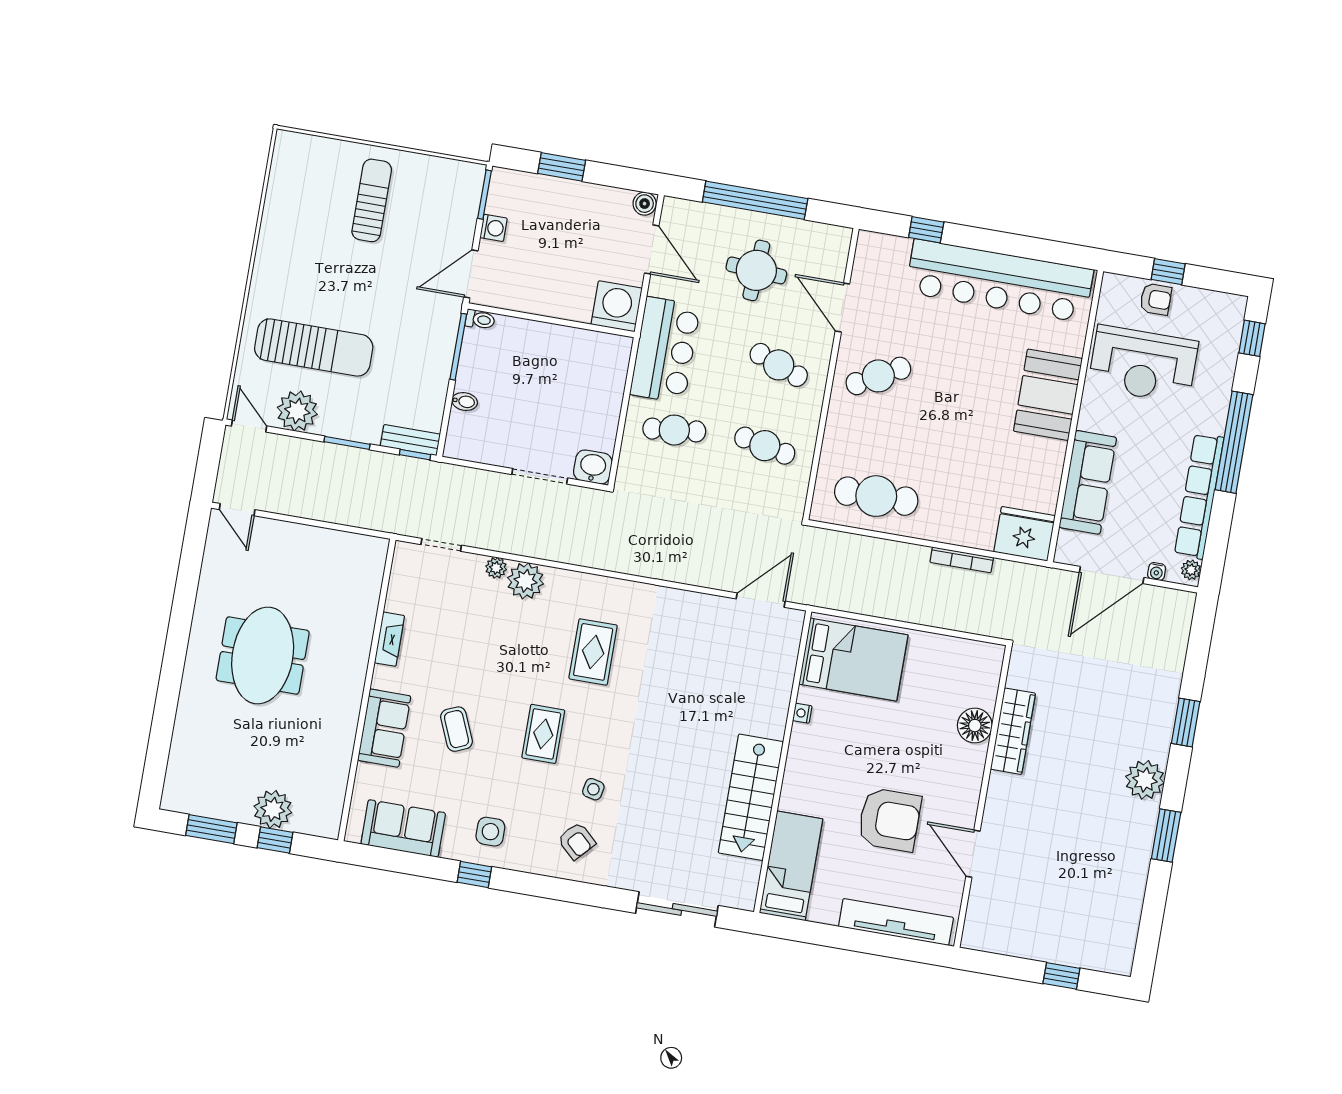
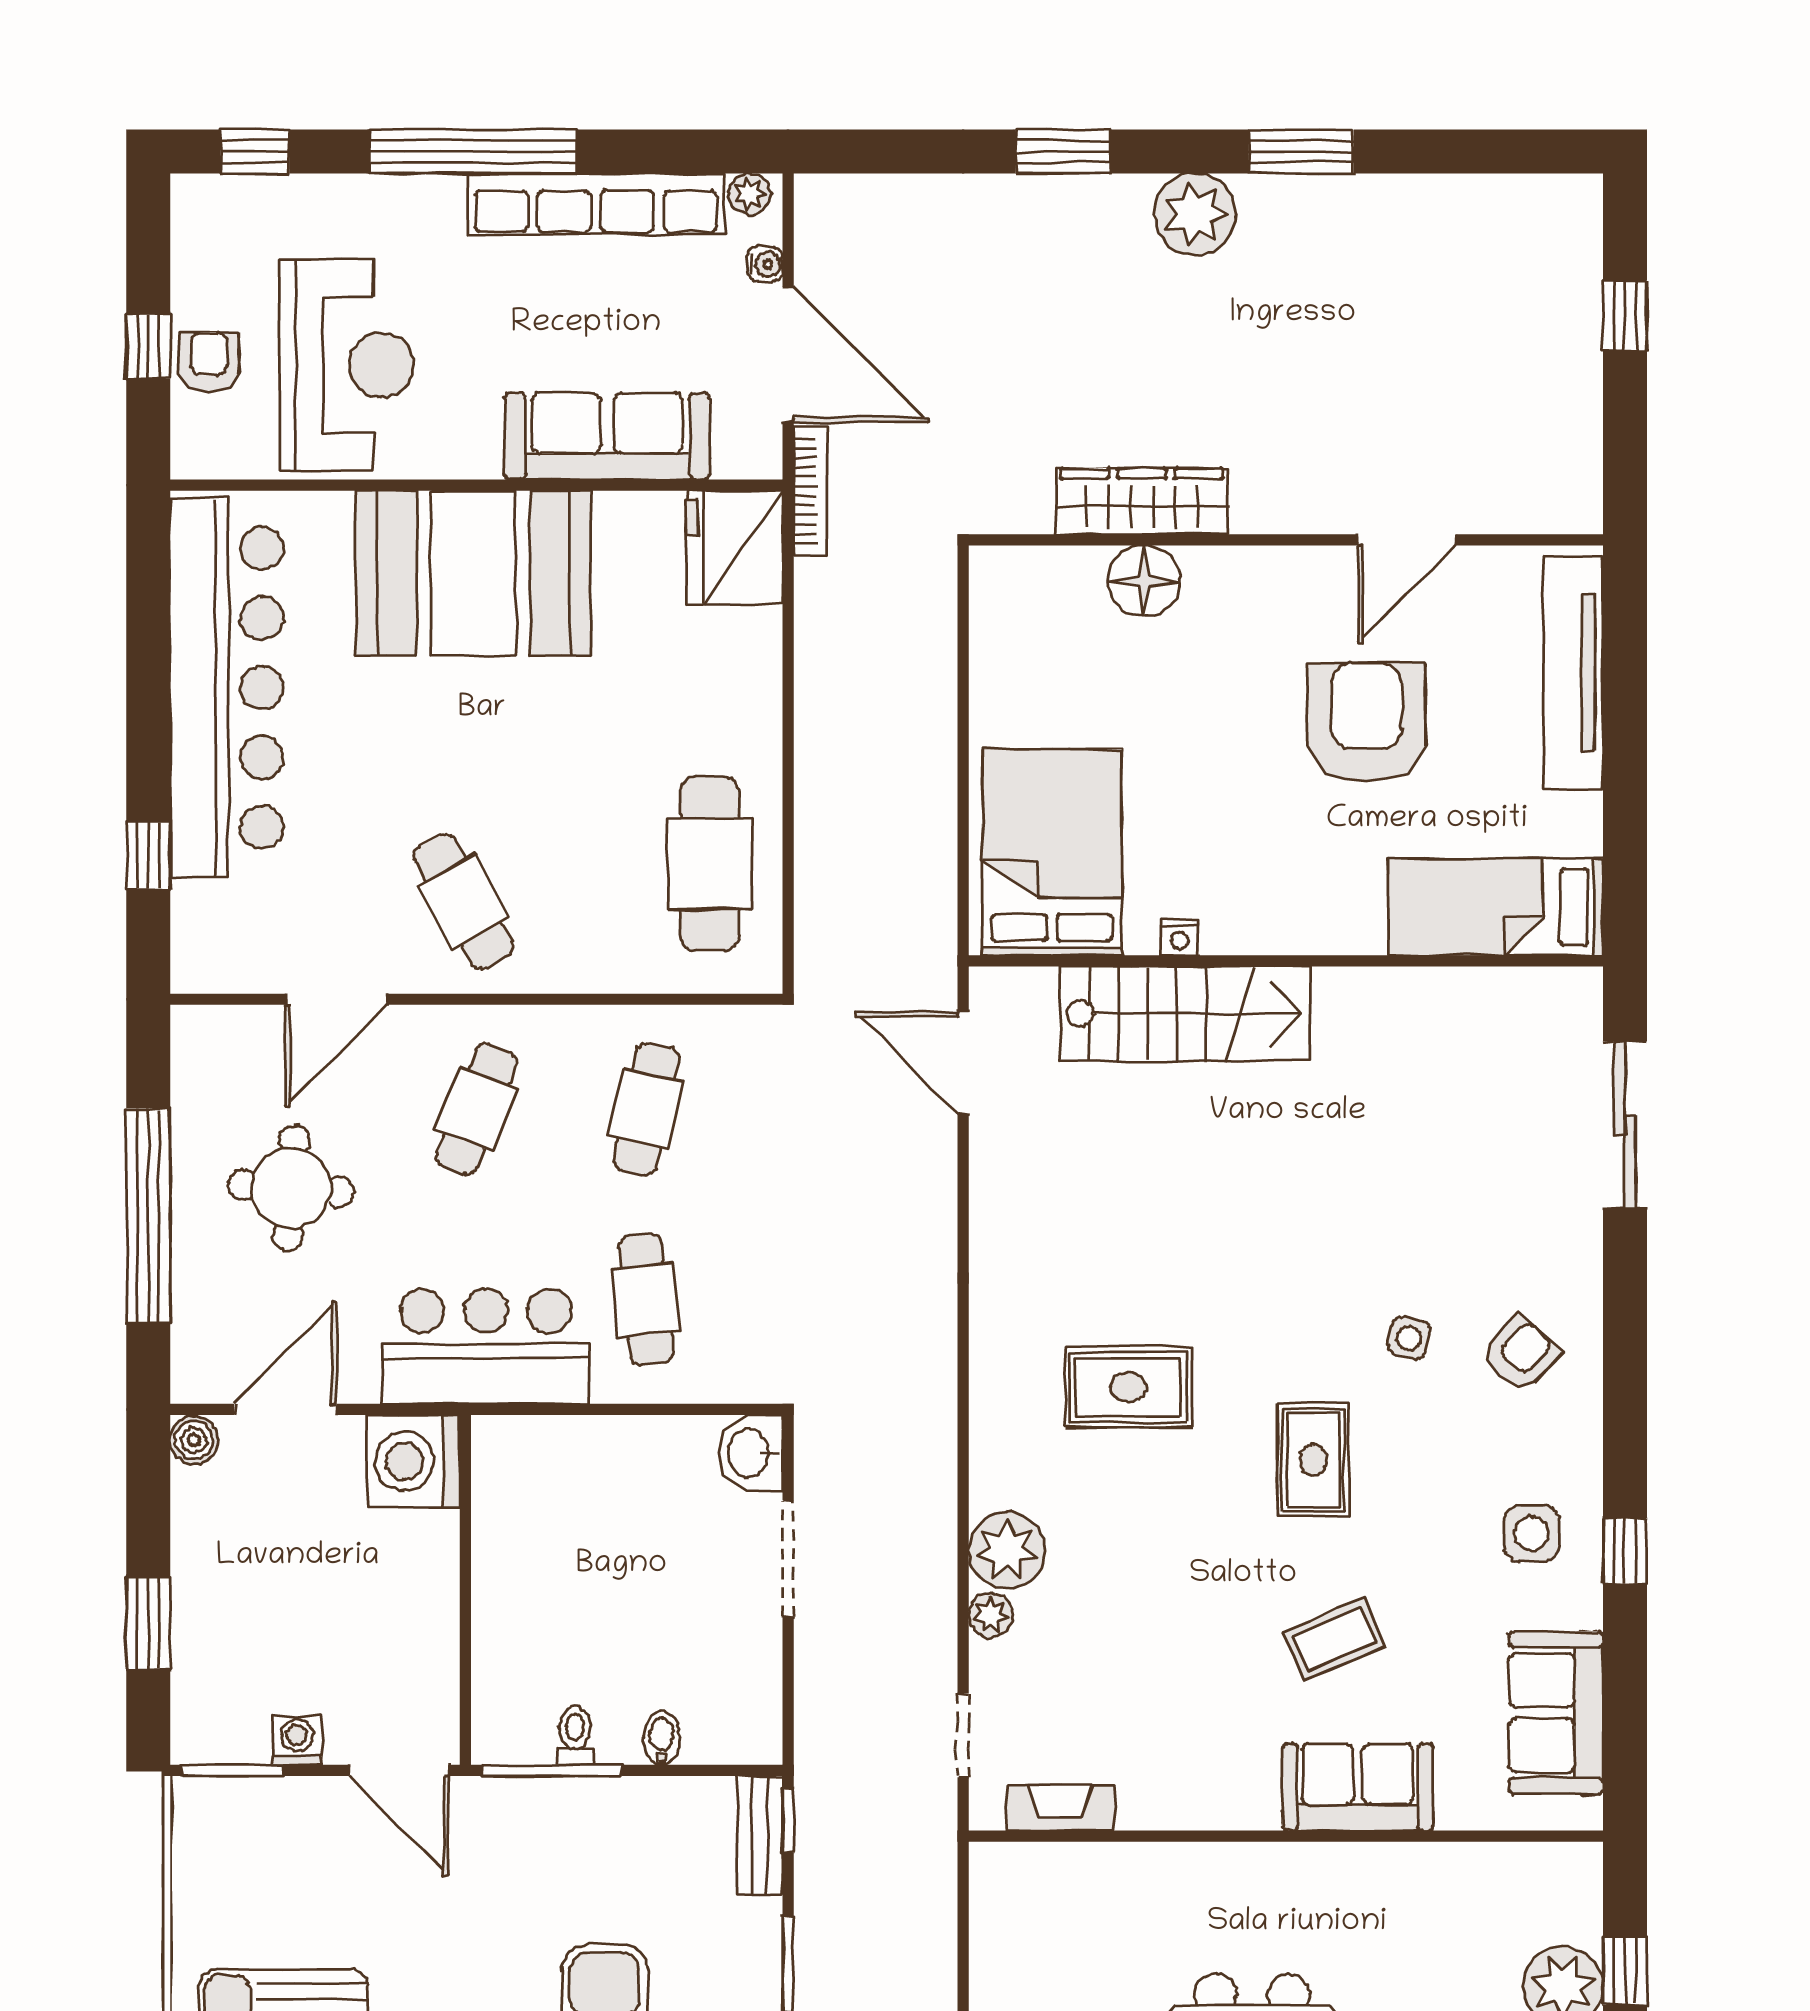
toilet: (480, 320) -> (575, 1735), moved
booth: (1048, 395) -> (473, 573), width x1.36, depth x1.42
bookcase: (962, 560) -> (810, 491), moved
fireplace: (389, 639) -> (1060, 1808), moved
rug: (543, 734) -> (1313, 1460), turned 90
stairs: (751, 797) -> (1185, 1014), moved

